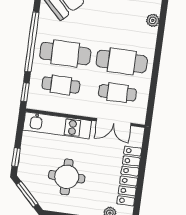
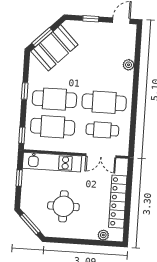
window: (32, 42) -> (25, 91), width x0.32
cafe table: (61, 85) -> (53, 127), width x1.37, depth x1.35
window: (16, 157) -> (19, 178), moved

